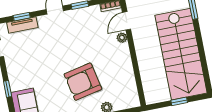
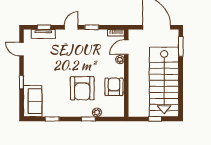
armchair: (121, 72) -> (114, 87), added
armchair: (83, 82) -> (82, 88), turned -78

